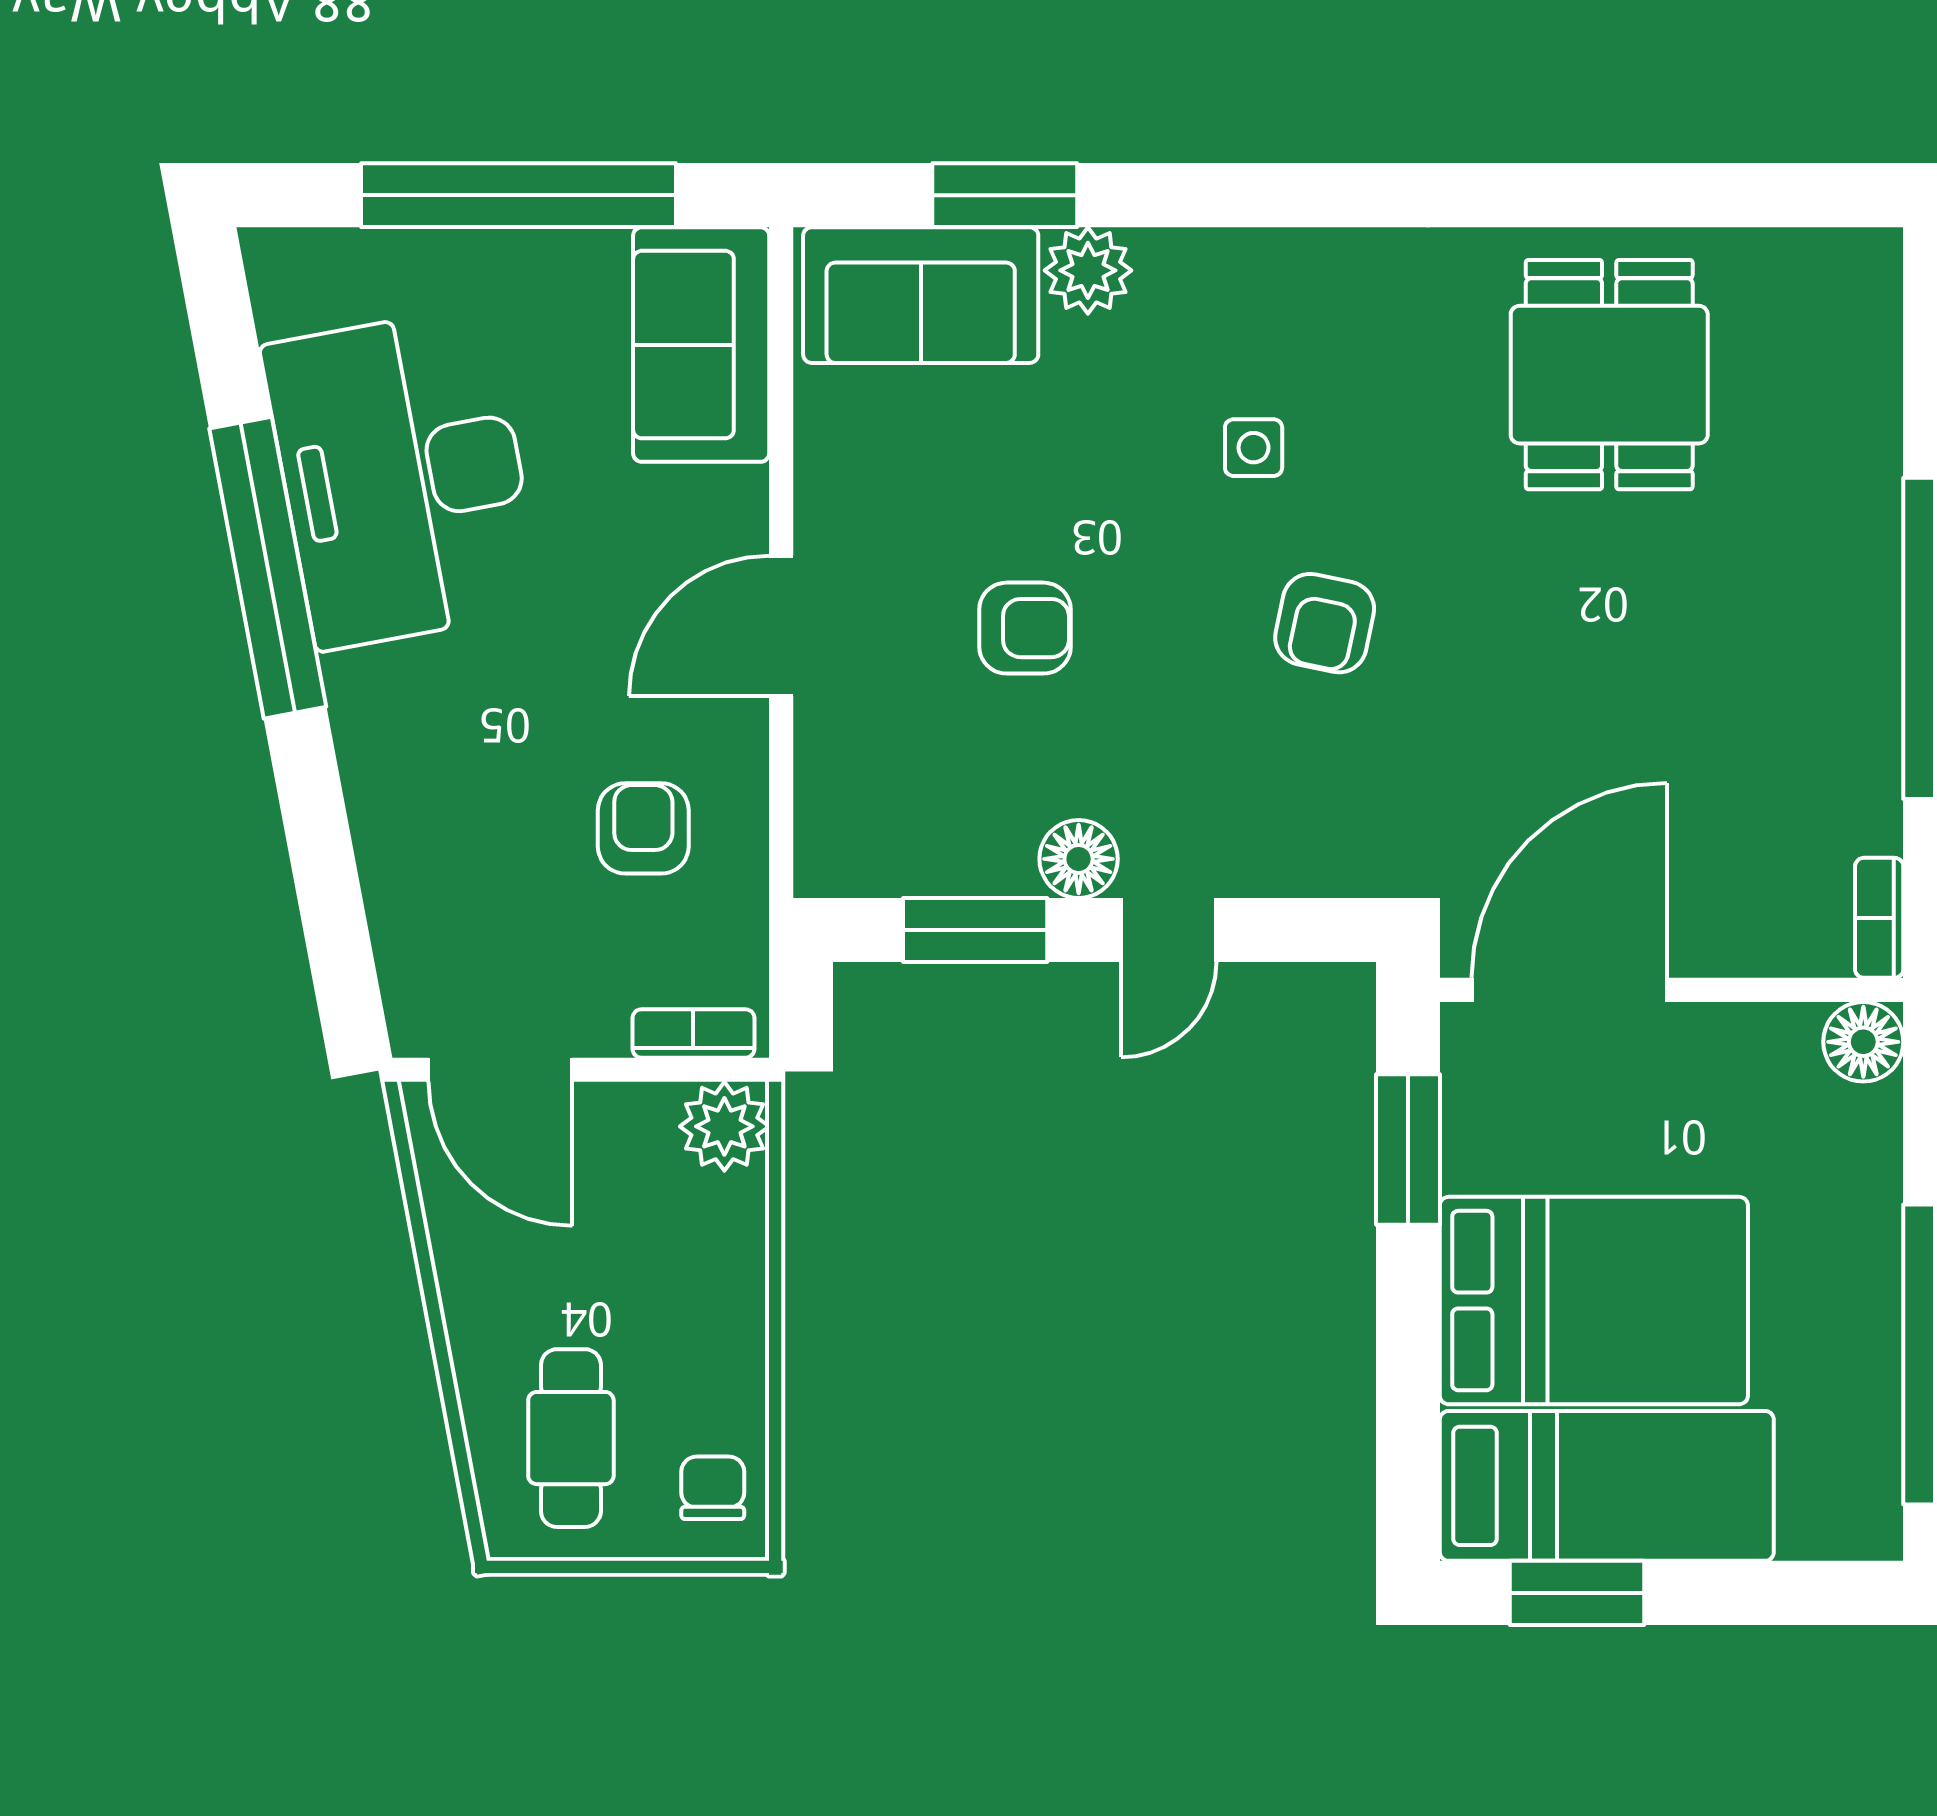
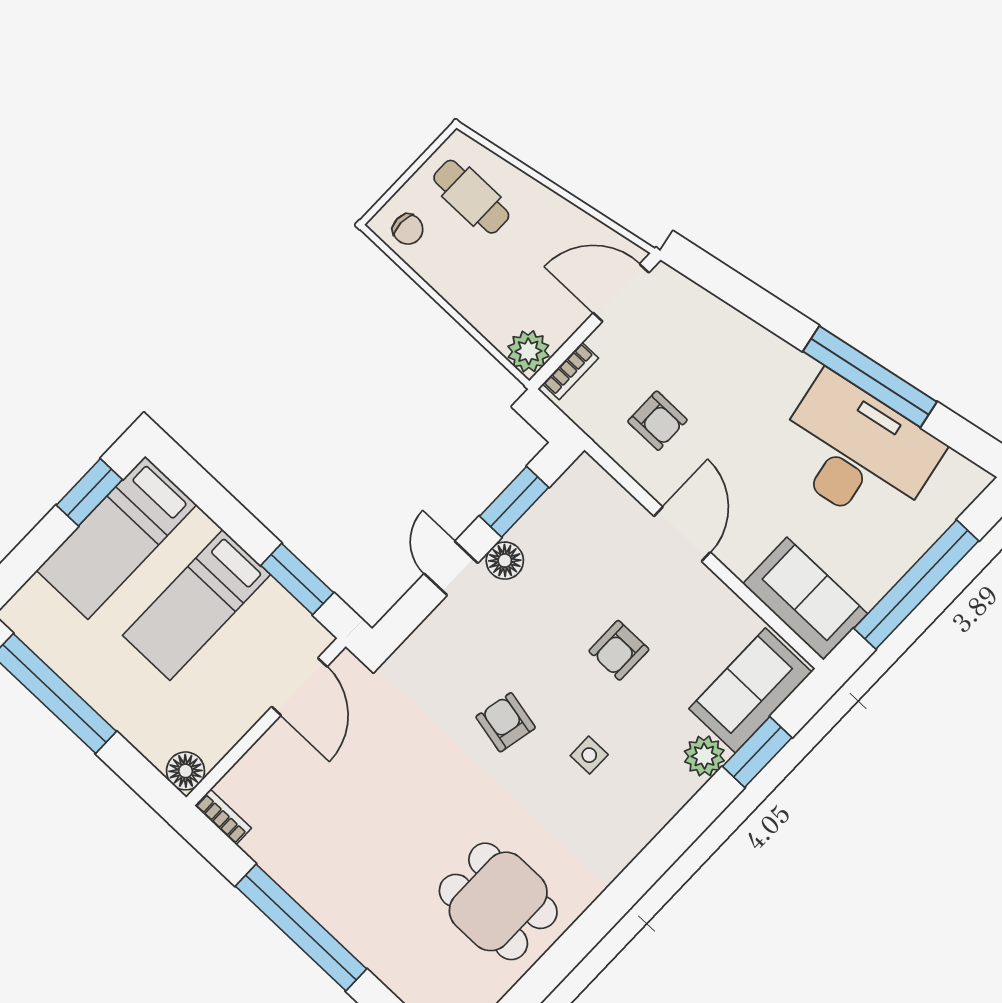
armchair: (1025, 628) -> (619, 650), moved
door: (1569, 990) -> (299, 687), width x0.73
bed: (1594, 1301) -> (196, 605), width x0.67

